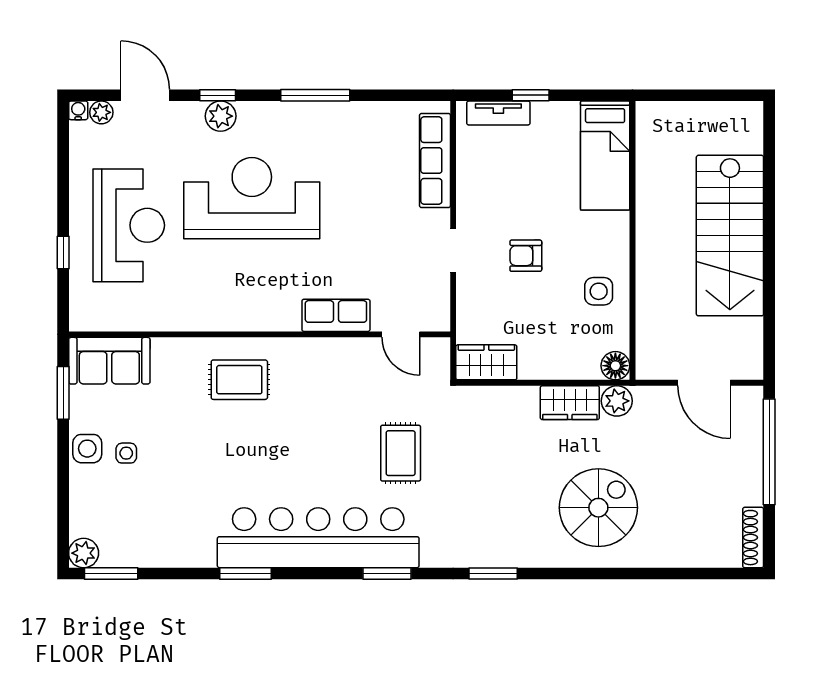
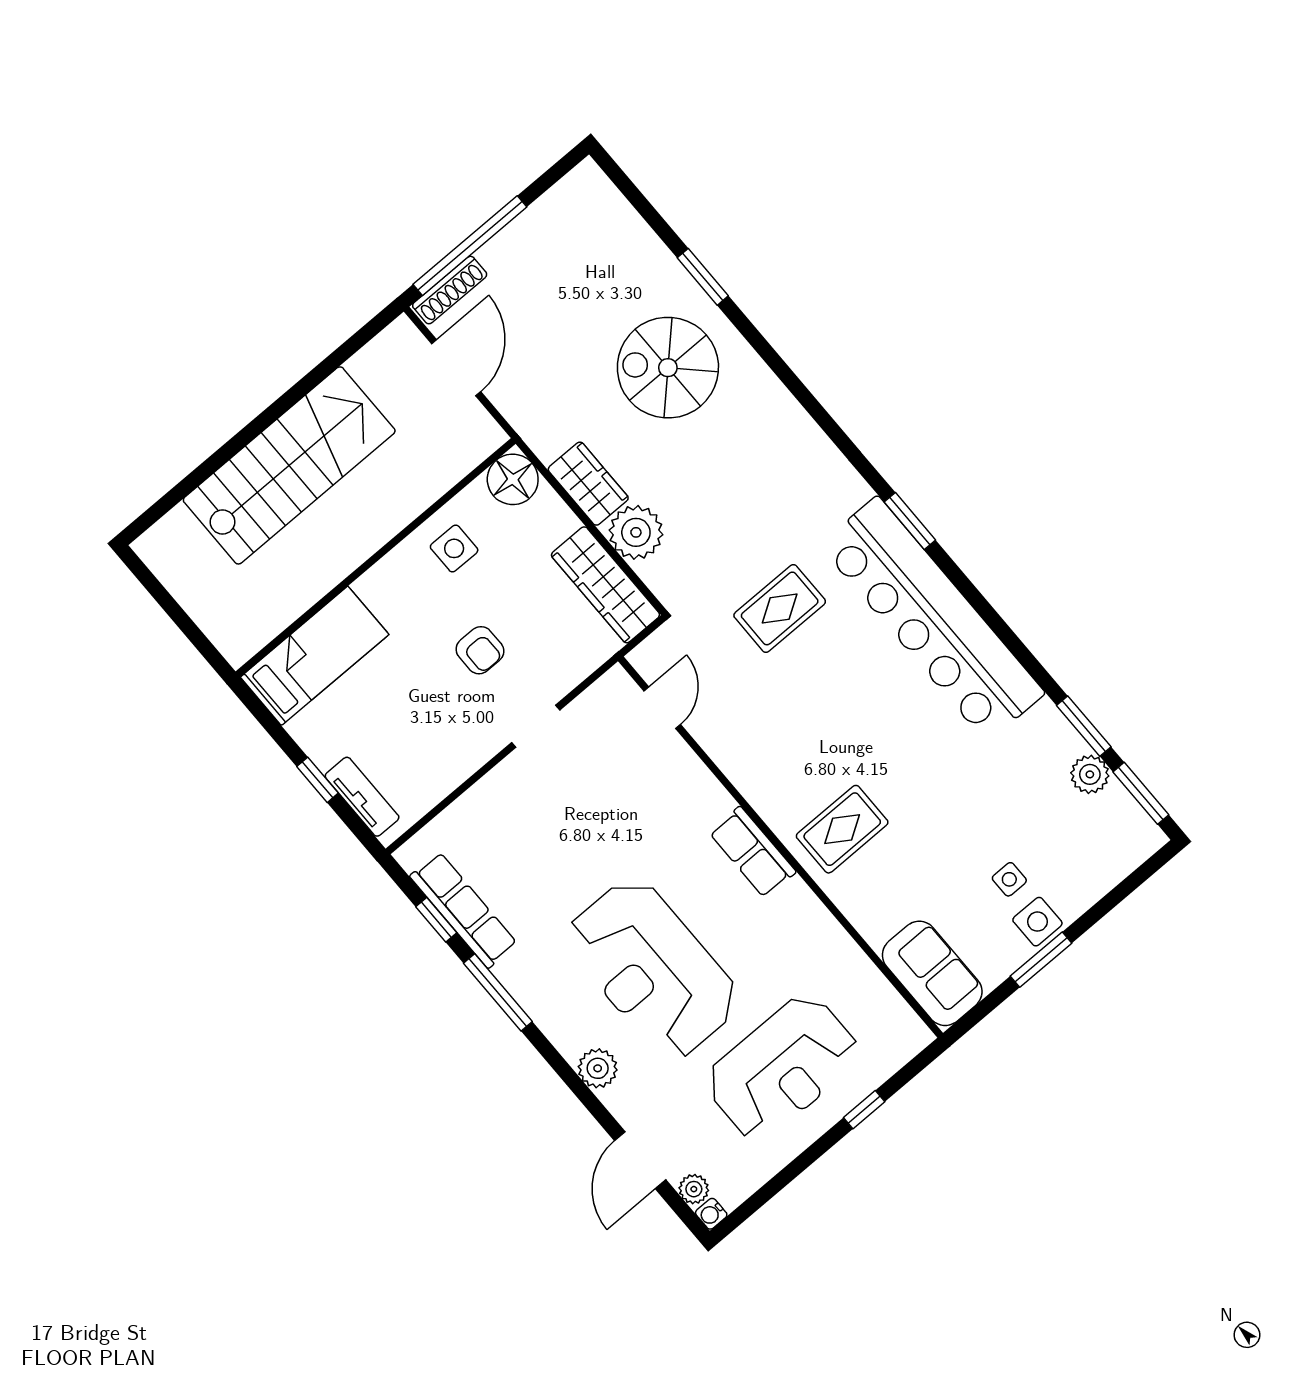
window: (218, 95) -> (436, 920), moved
row of seats: (435, 161) -> (464, 910), moved, turned -90
reception desk: (129, 225) -> (782, 1068), turned 180
row of seats: (336, 315) -> (752, 852), moved
wardrobe: (486, 362) -> (605, 585), width x1.50
floor lamp: (615, 366) -> (513, 479), width x1.38, depth x1.38
rug: (239, 380) -> (842, 829), turned 90
window: (63, 393) -> (1041, 960), moved
plant: (617, 401) -> (636, 532), moved, width x1.36, depth x1.36
shoe rack: (753, 538) -> (450, 290), moved
plant: (84, 553) -> (1090, 774), moved
window: (245, 574) -> (1084, 726), moved
window: (493, 574) -> (703, 277), moved

